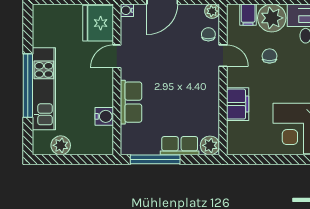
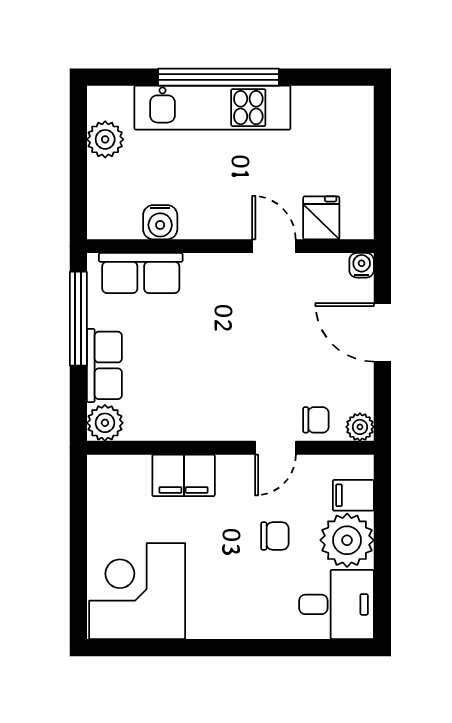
fridge: (98, 23) -> (321, 218), width x0.53, depth x0.75
row of seats: (131, 102) -> (141, 273), moved

